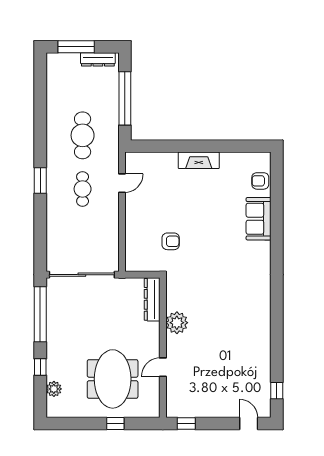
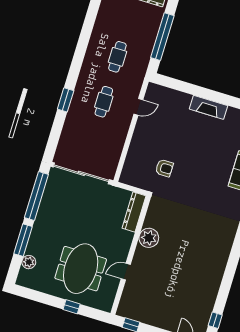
cafe table: (83, 135) -> (117, 57), width x0.73, depth x0.74
window: (40, 180) -> (66, 100), moved
window: (40, 367) -> (23, 240), width x2.17

